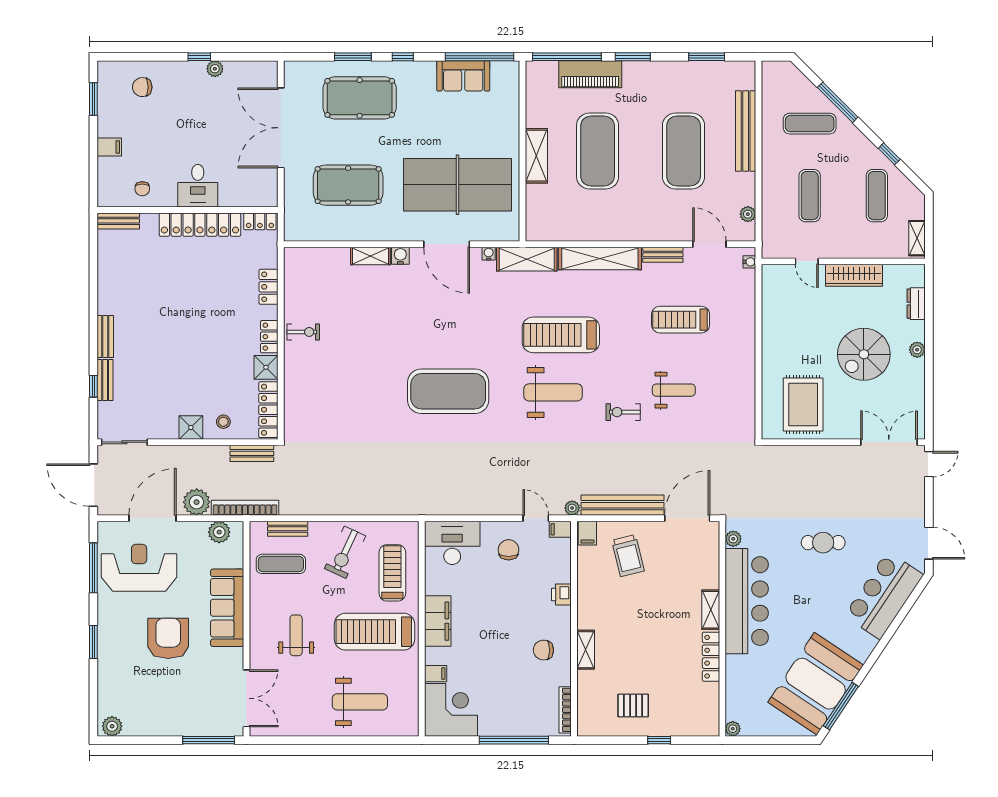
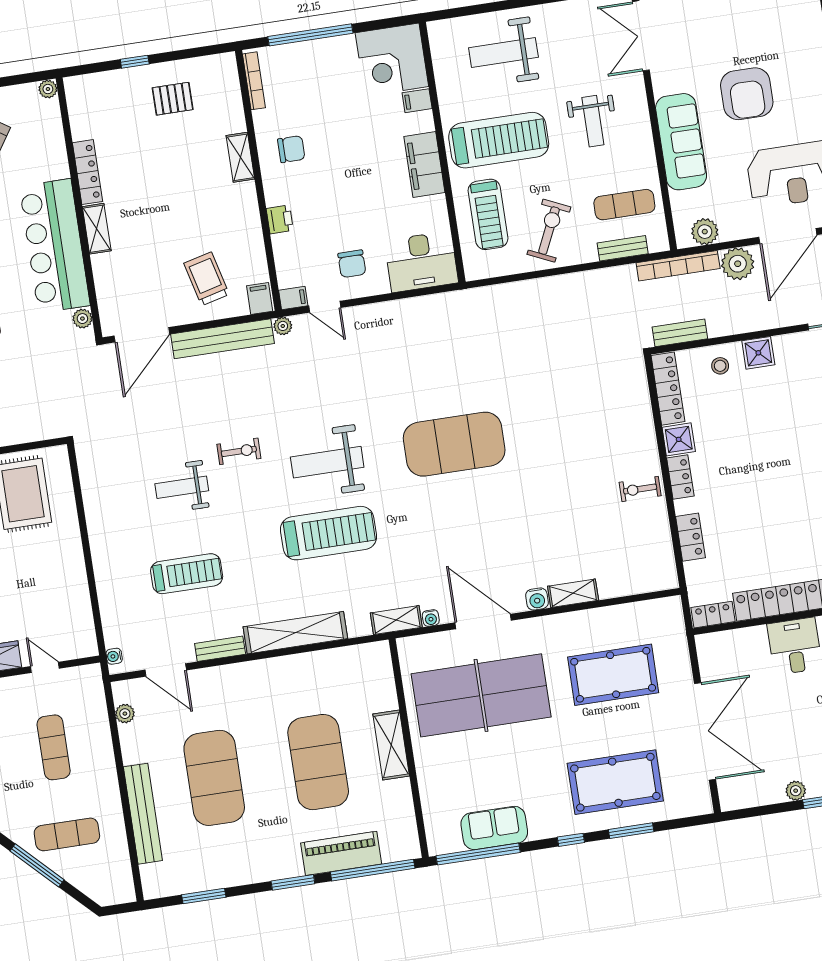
shelving: (527, 259) -> (396, 620), width x0.67, depth x0.75

